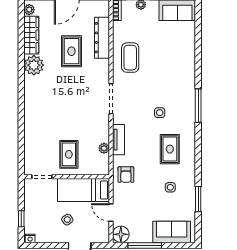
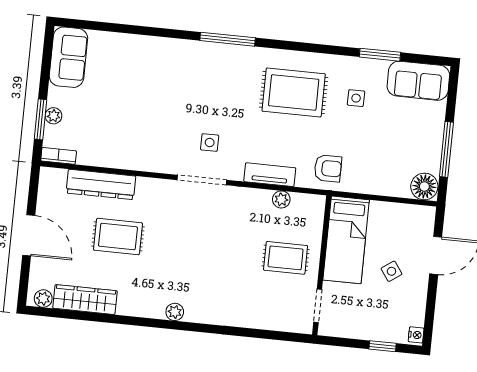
coffee table: (130, 58) -> (138, 142), removed
plant: (34, 65) -> (175, 312), moved, width x0.53, depth x0.53
side table: (160, 113) -> (210, 143), moved
rug: (170, 149) -> (294, 93), width x1.36, depth x1.43
door: (111, 212) -> (387, 199), removed
sofa: (172, 232) -> (418, 81), moved, turned -90

